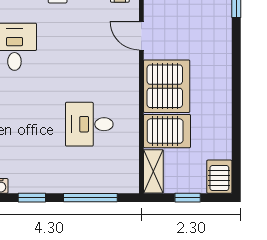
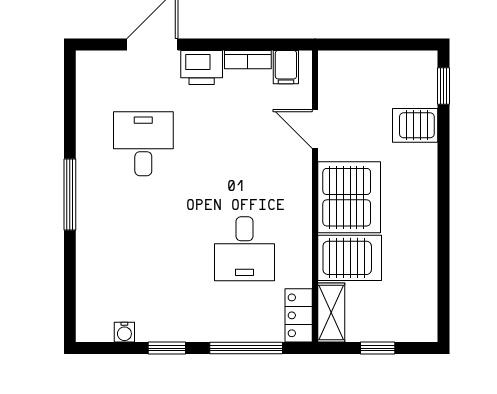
desk: (89, 124) -> (245, 249), turned -90
locker: (129, 173) -> (299, 315), added
server rack: (219, 177) -> (415, 125), moved, turned -90

